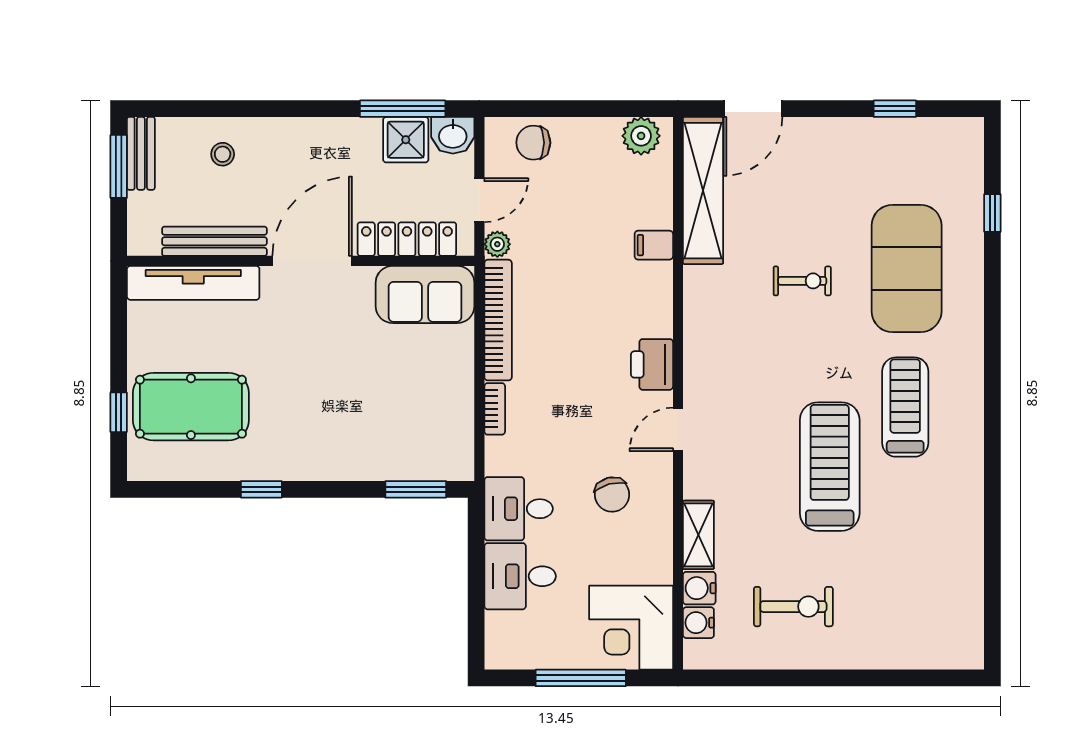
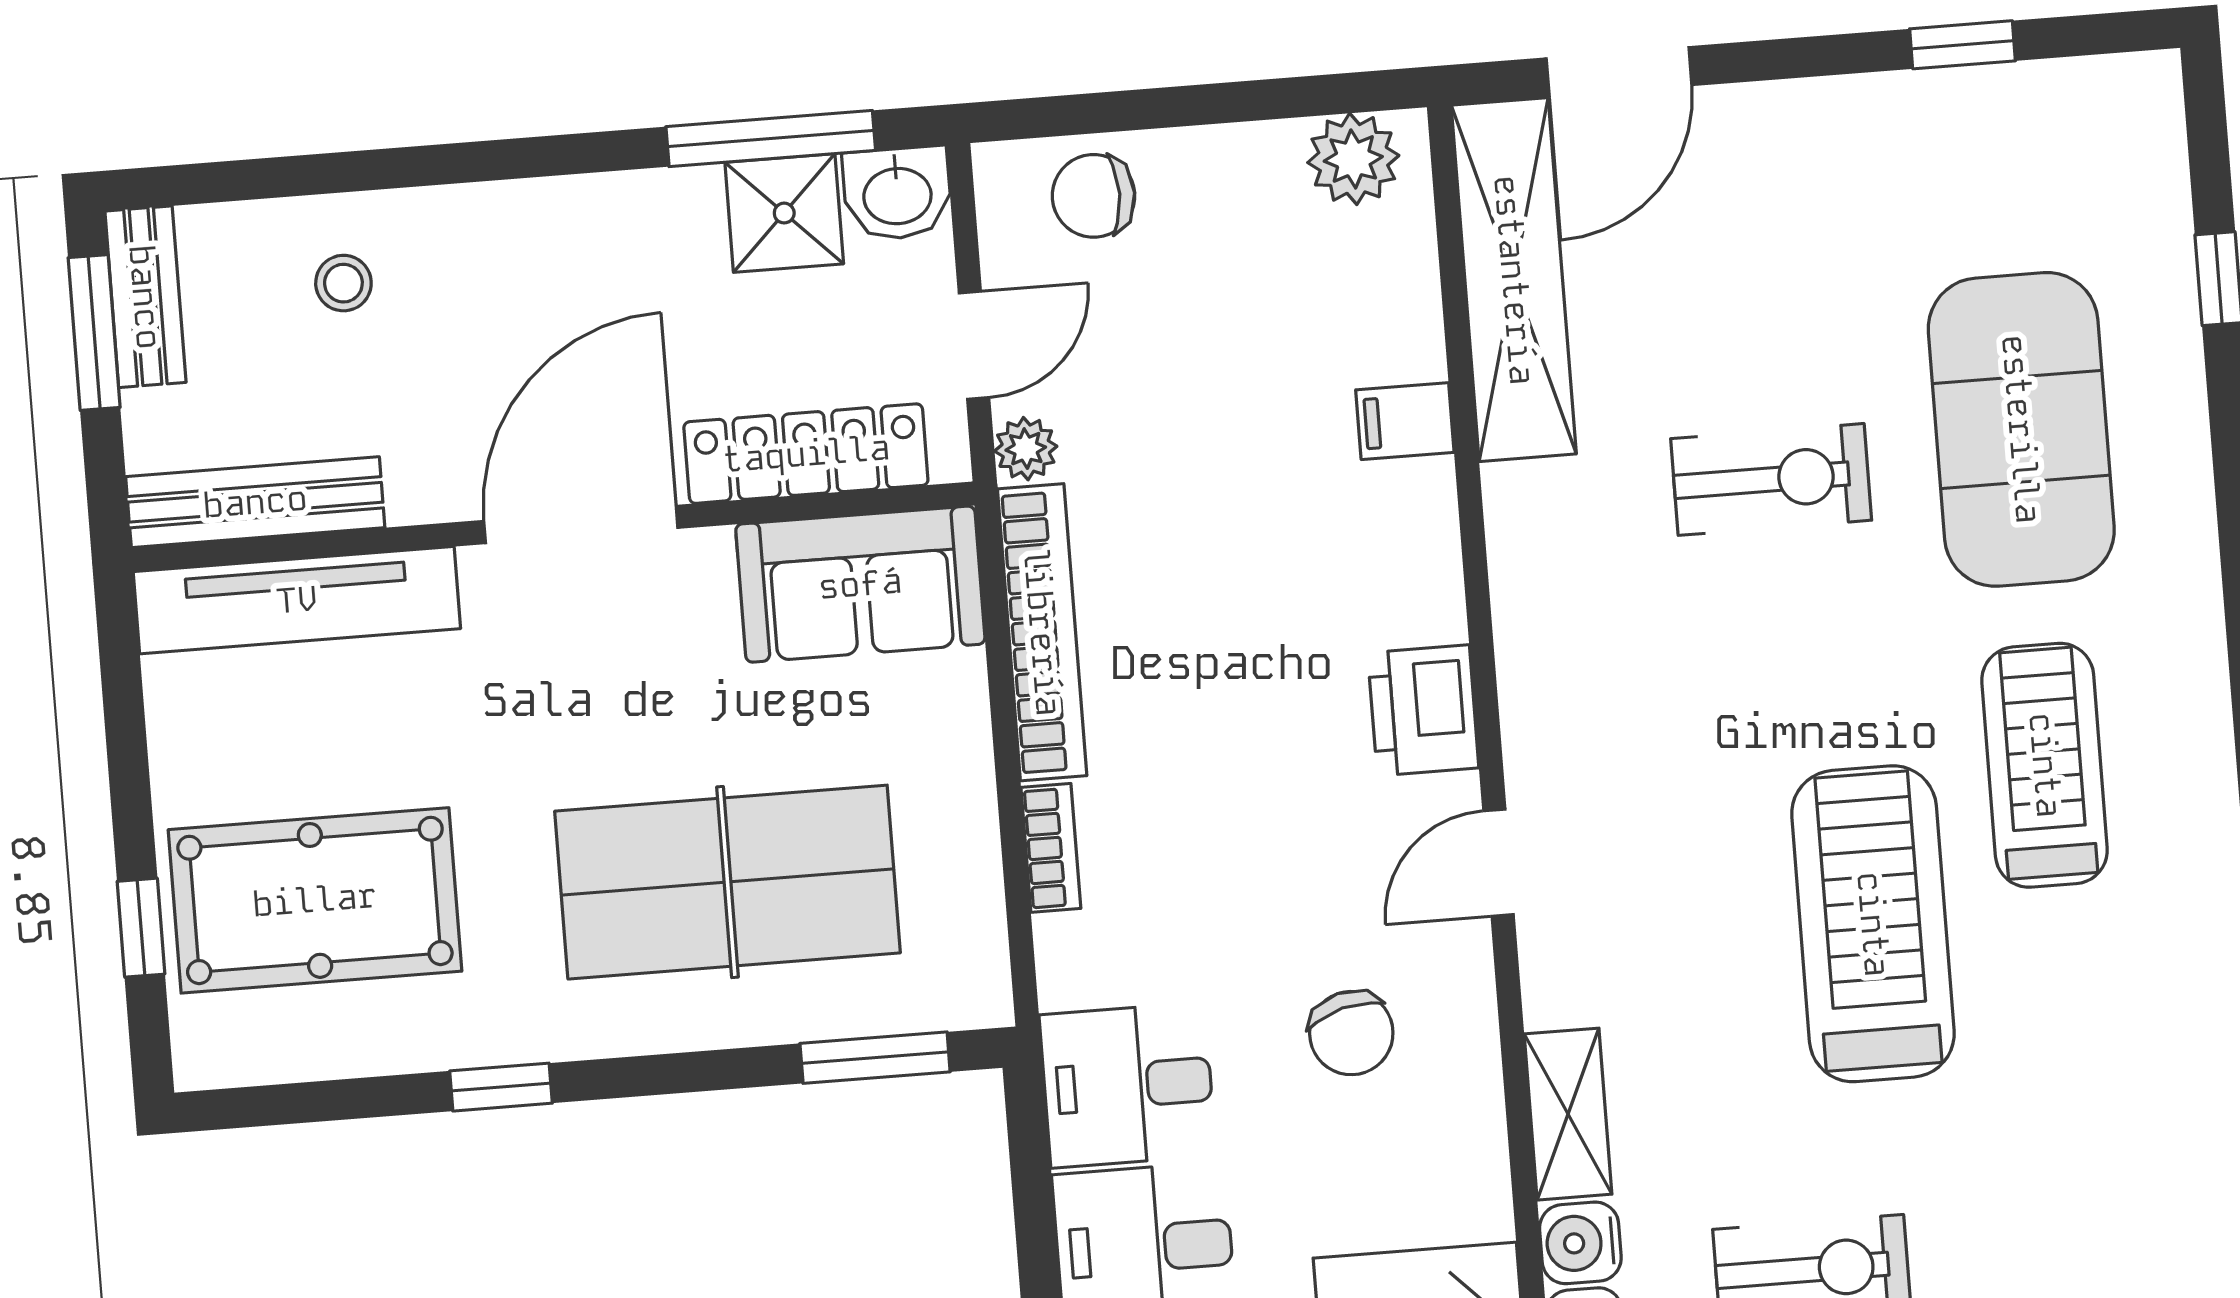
bench: (214, 241) -> (255, 502), moved
exercise bike: (802, 281) -> (1771, 479), width x1.38, depth x1.39
table tennis table: (361, 412) -> (728, 882), added

